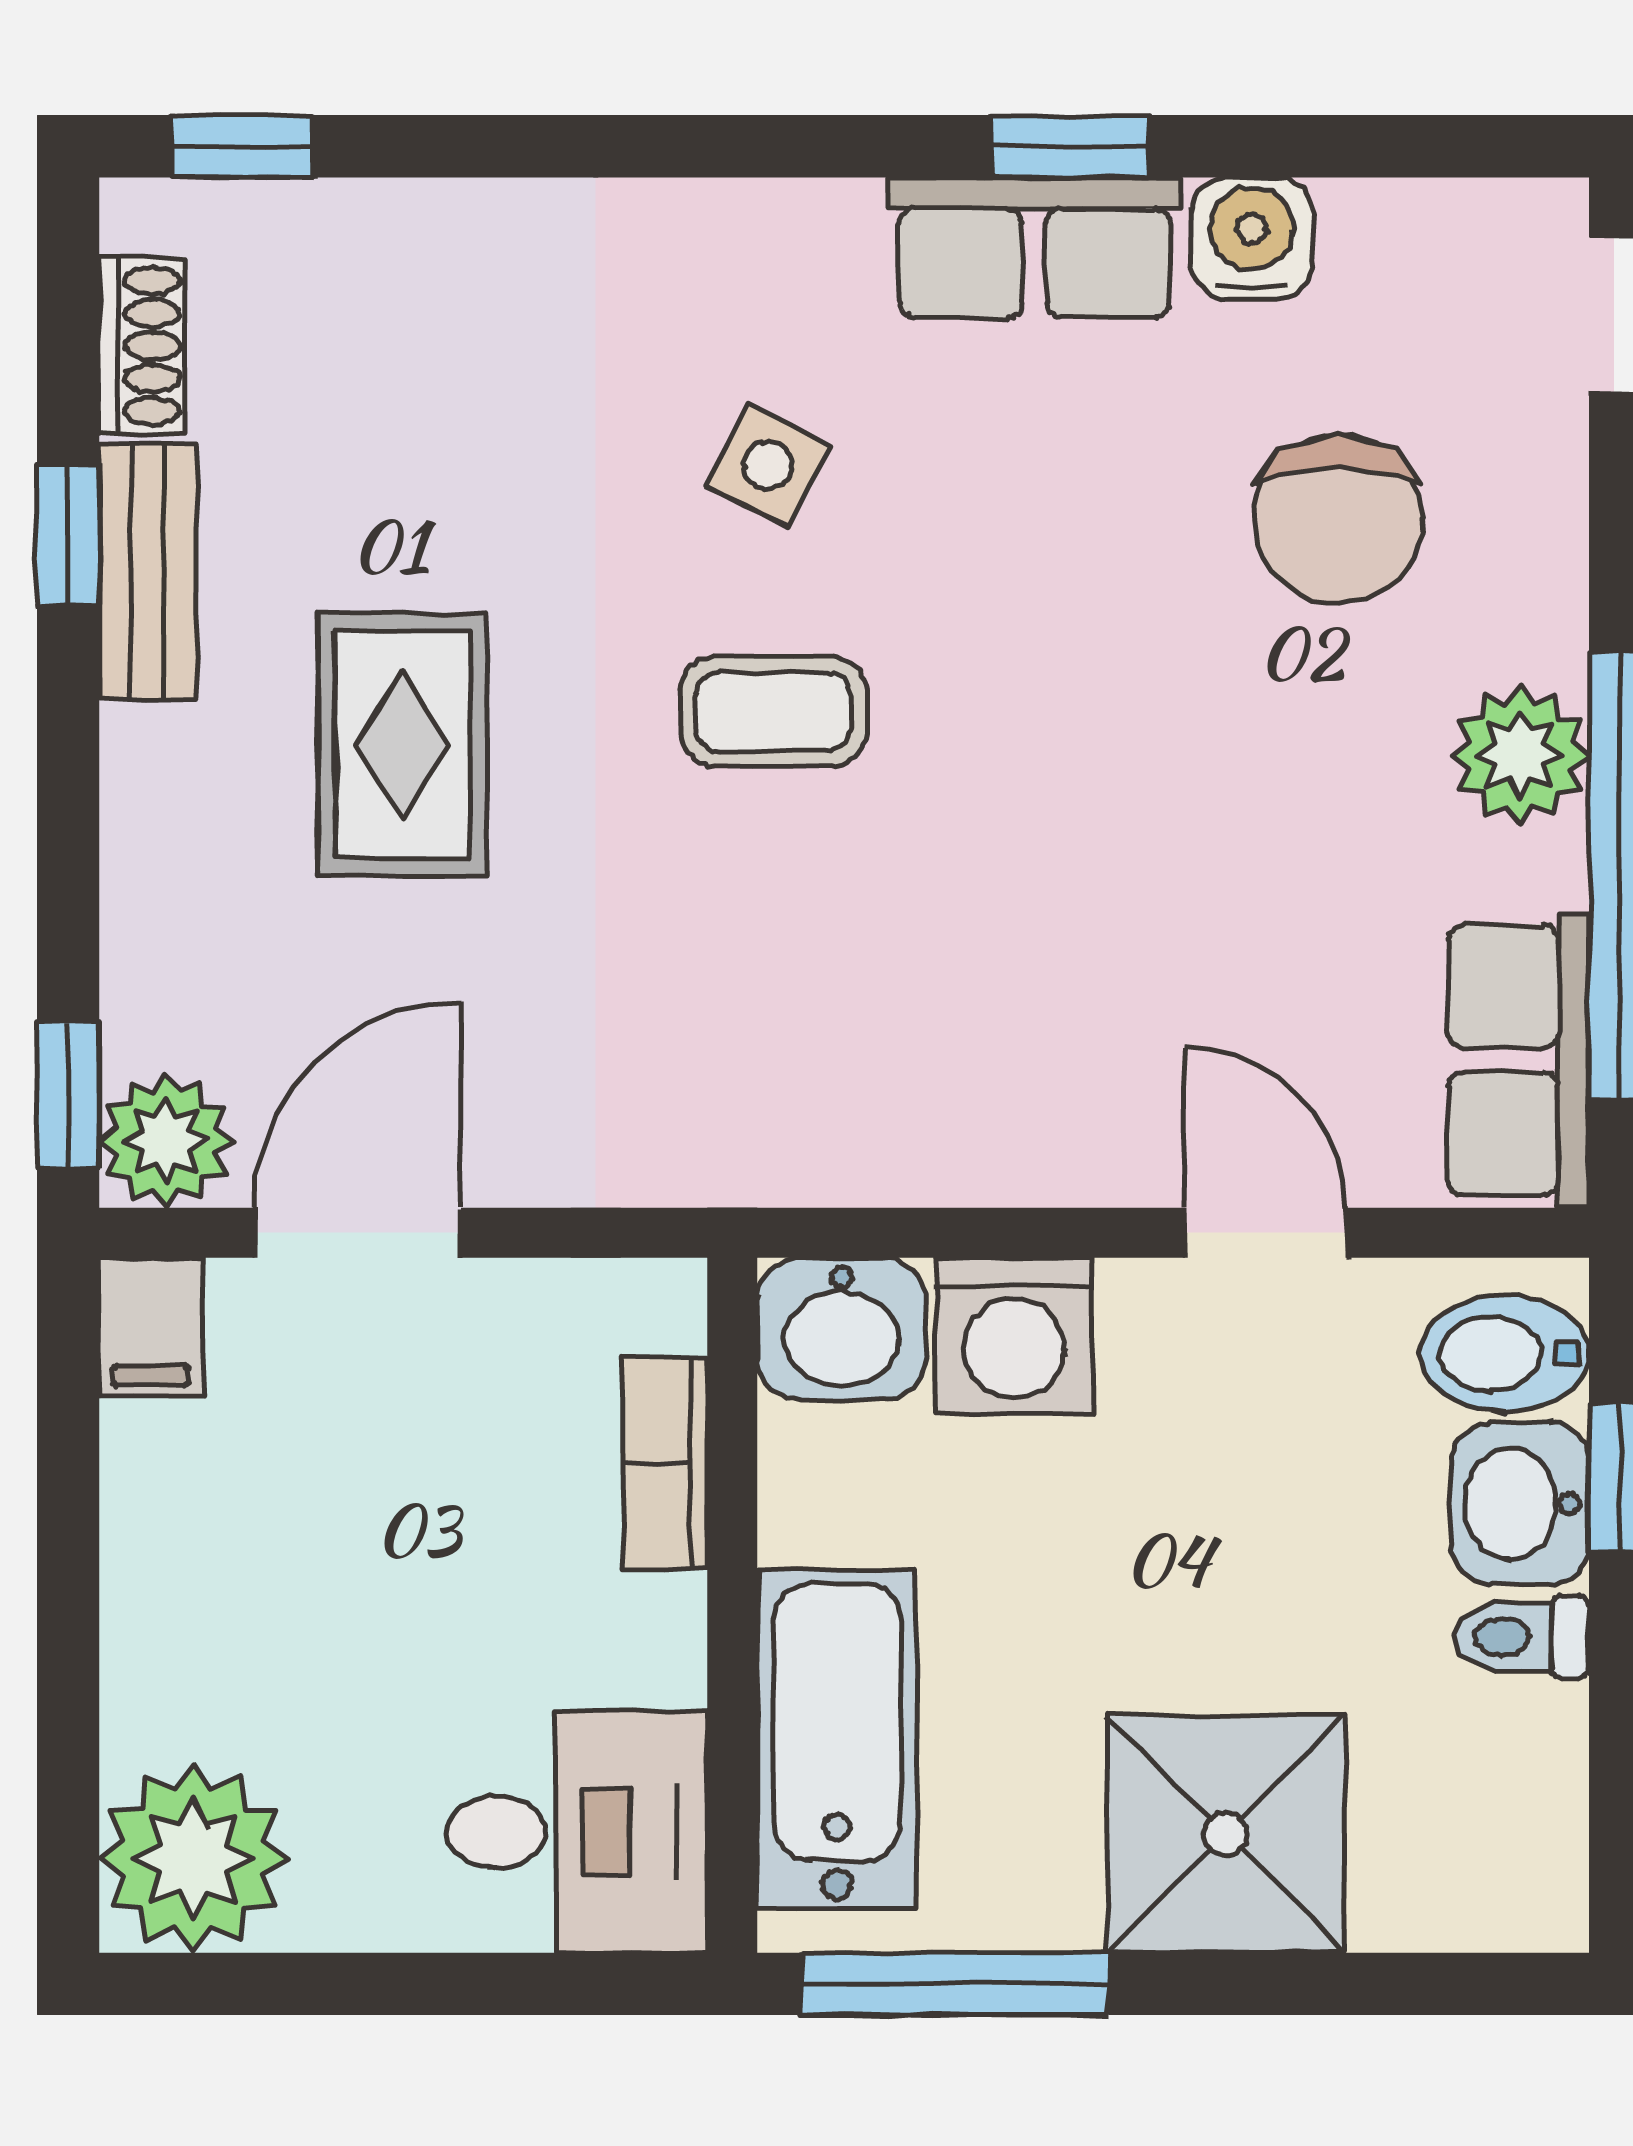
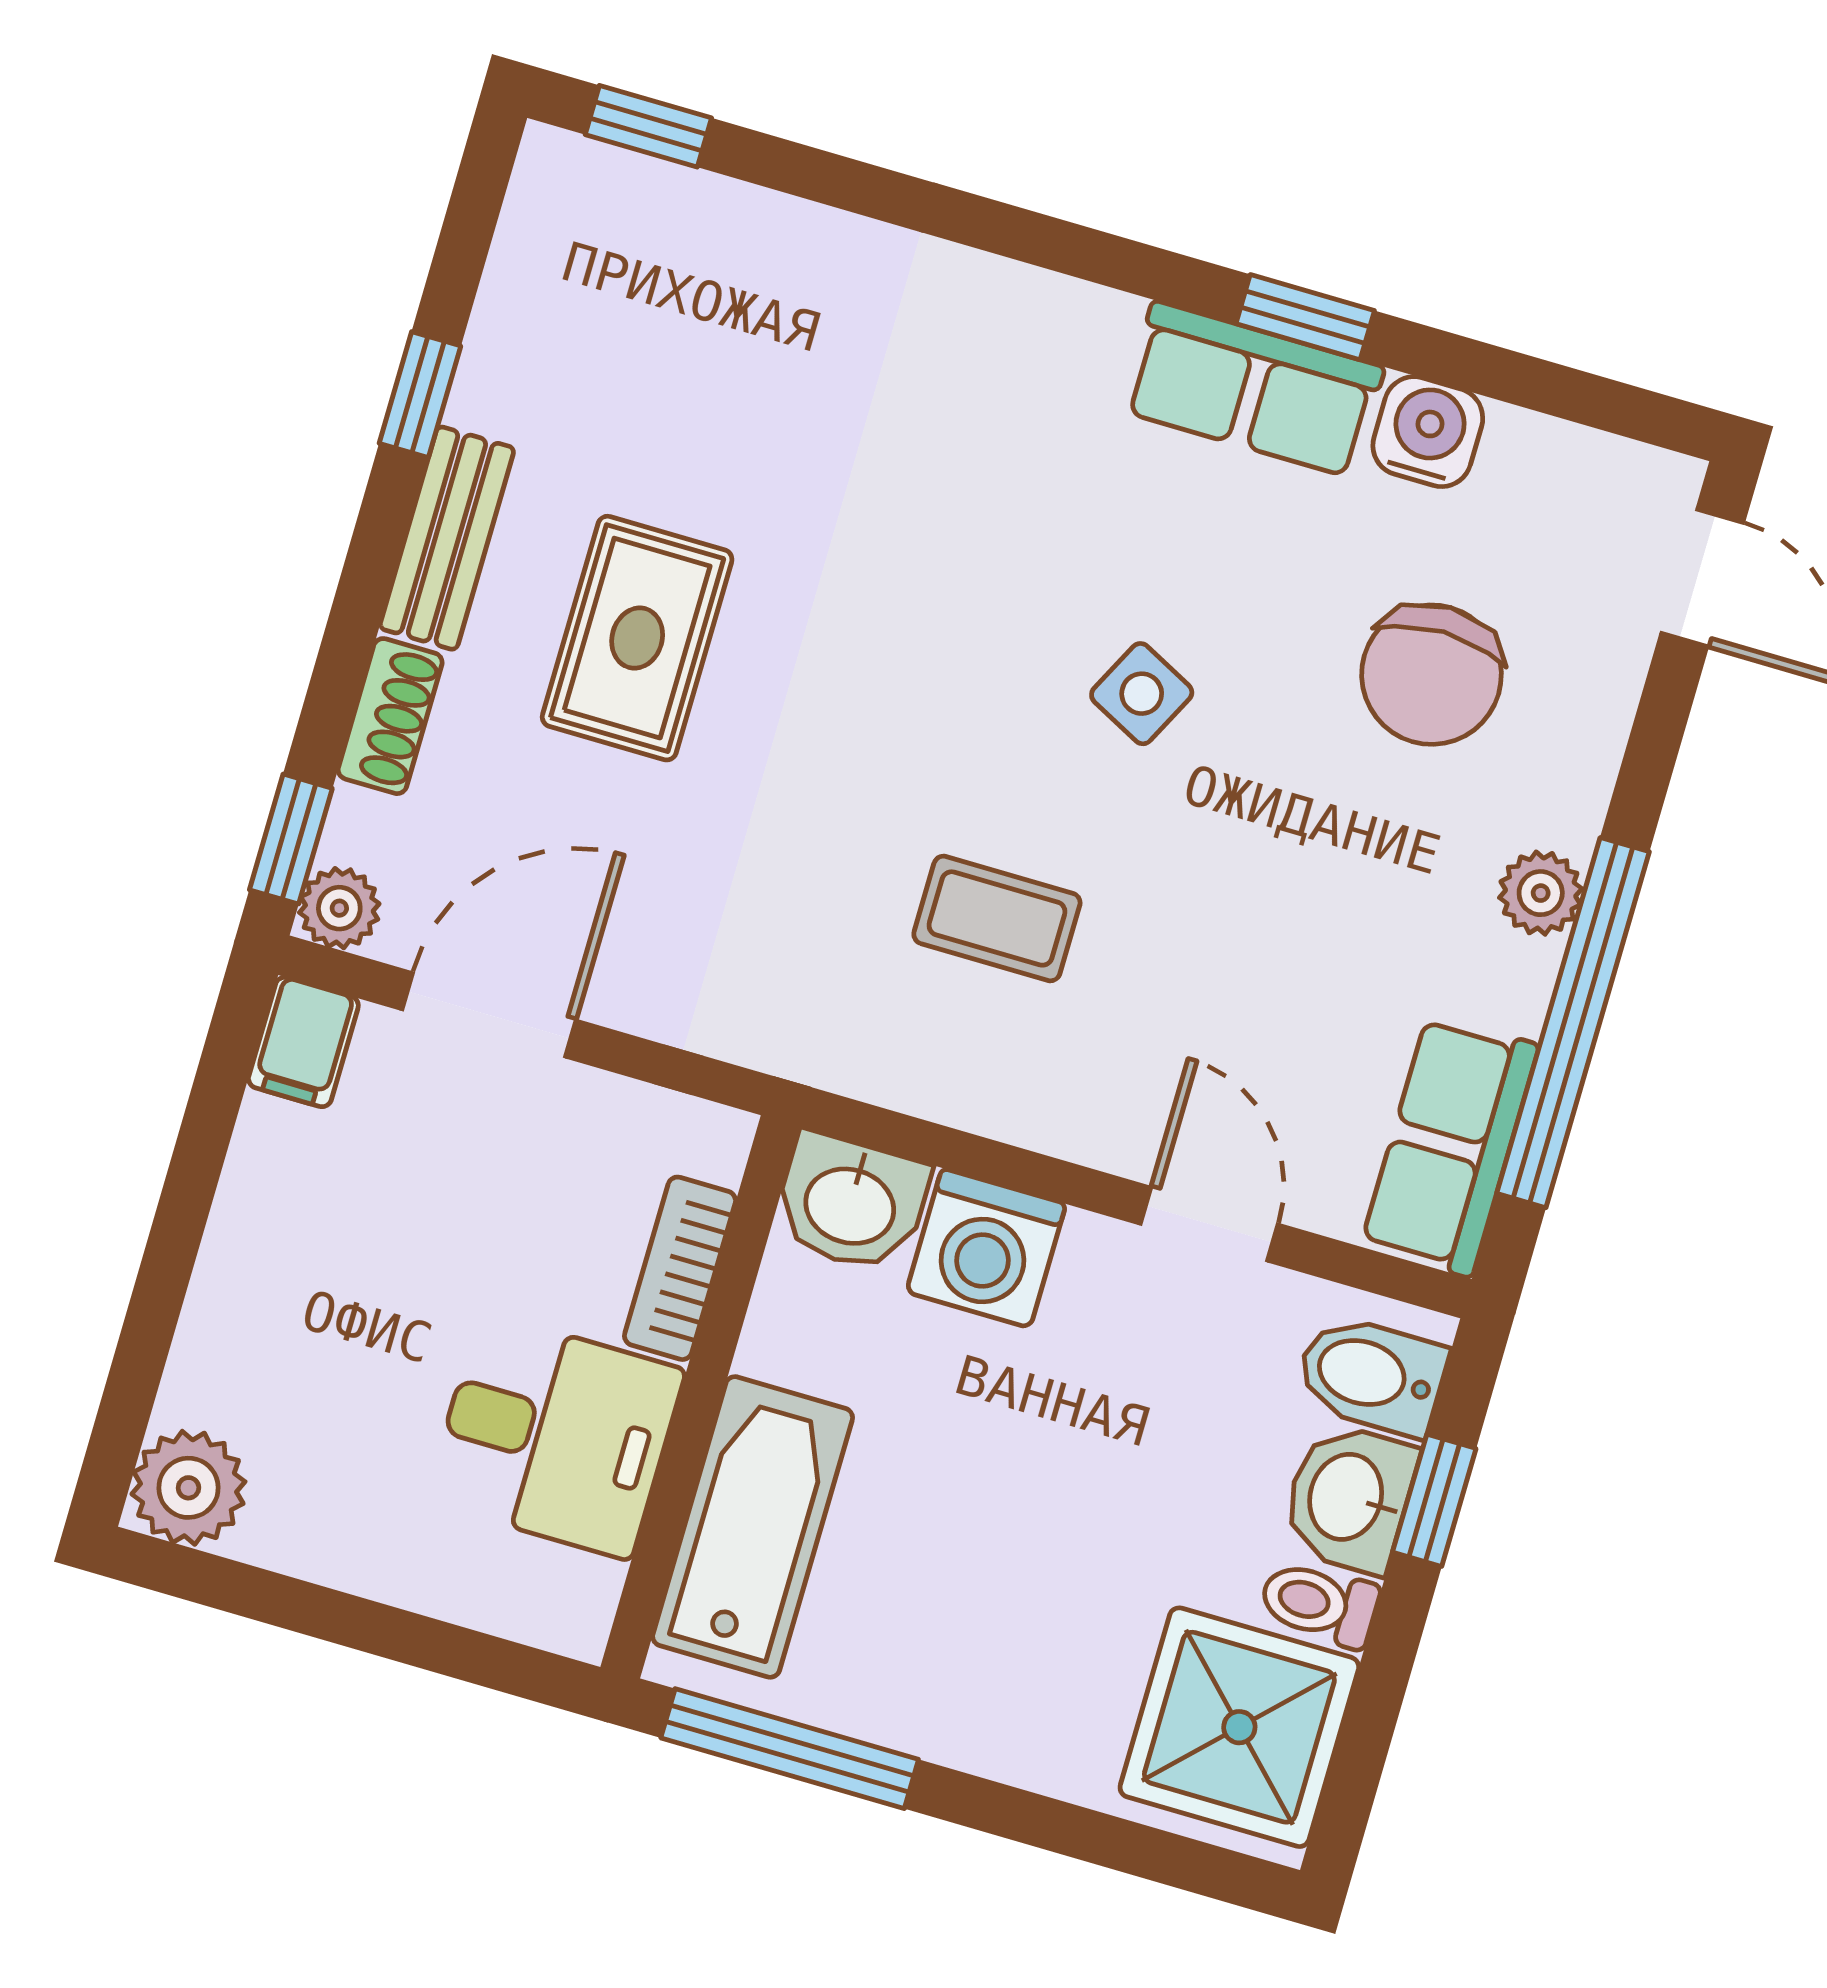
shoe rack: (142, 346) -> (390, 716), moved
side table: (768, 465) -> (1142, 694), moved
bench: (148, 572) -> (447, 538), moved
coffee table: (773, 712) -> (997, 918), moved
plant: (1520, 755) -> (1541, 893), width x0.73, depth x0.73
plant: (166, 1141) -> (339, 908), width x0.73, depth x0.73
desk: (577, 1832) -> (555, 1436), moved
shower: (1226, 1834) -> (1239, 1727), moved
plant: (193, 1859) -> (188, 1488), width x0.73, depth x0.73

